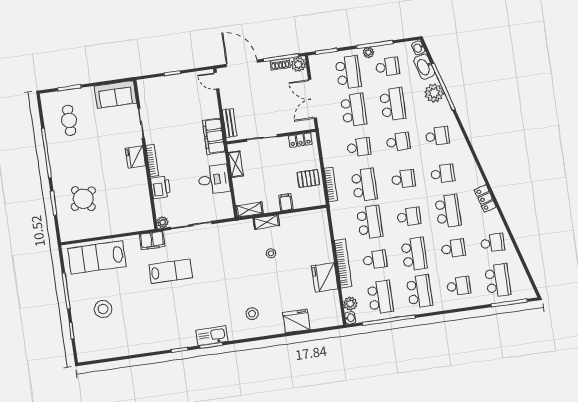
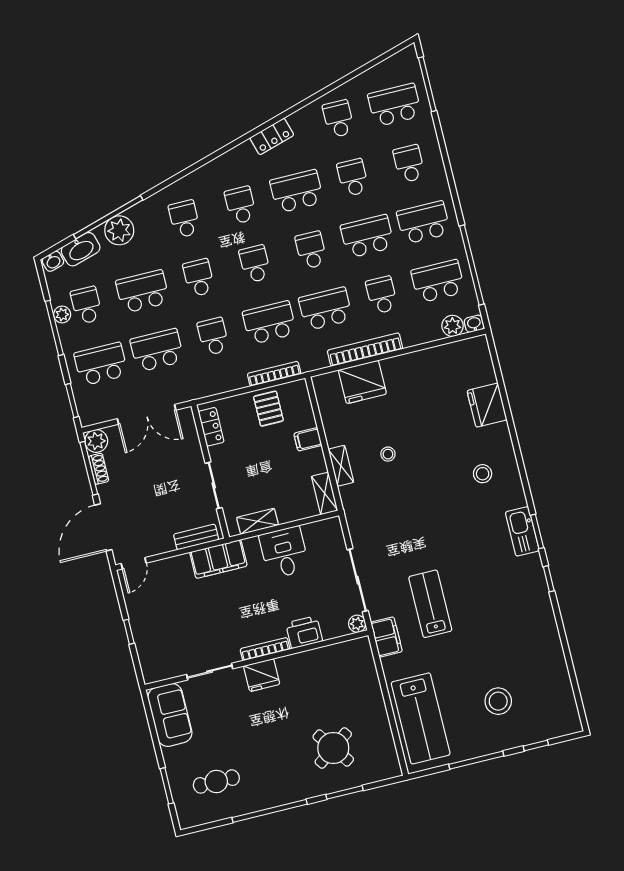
plant: (368, 52) -> (62, 314), moved
bookcase: (343, 263) -> (365, 350), moved
fridge: (325, 277) -> (362, 382), moved

